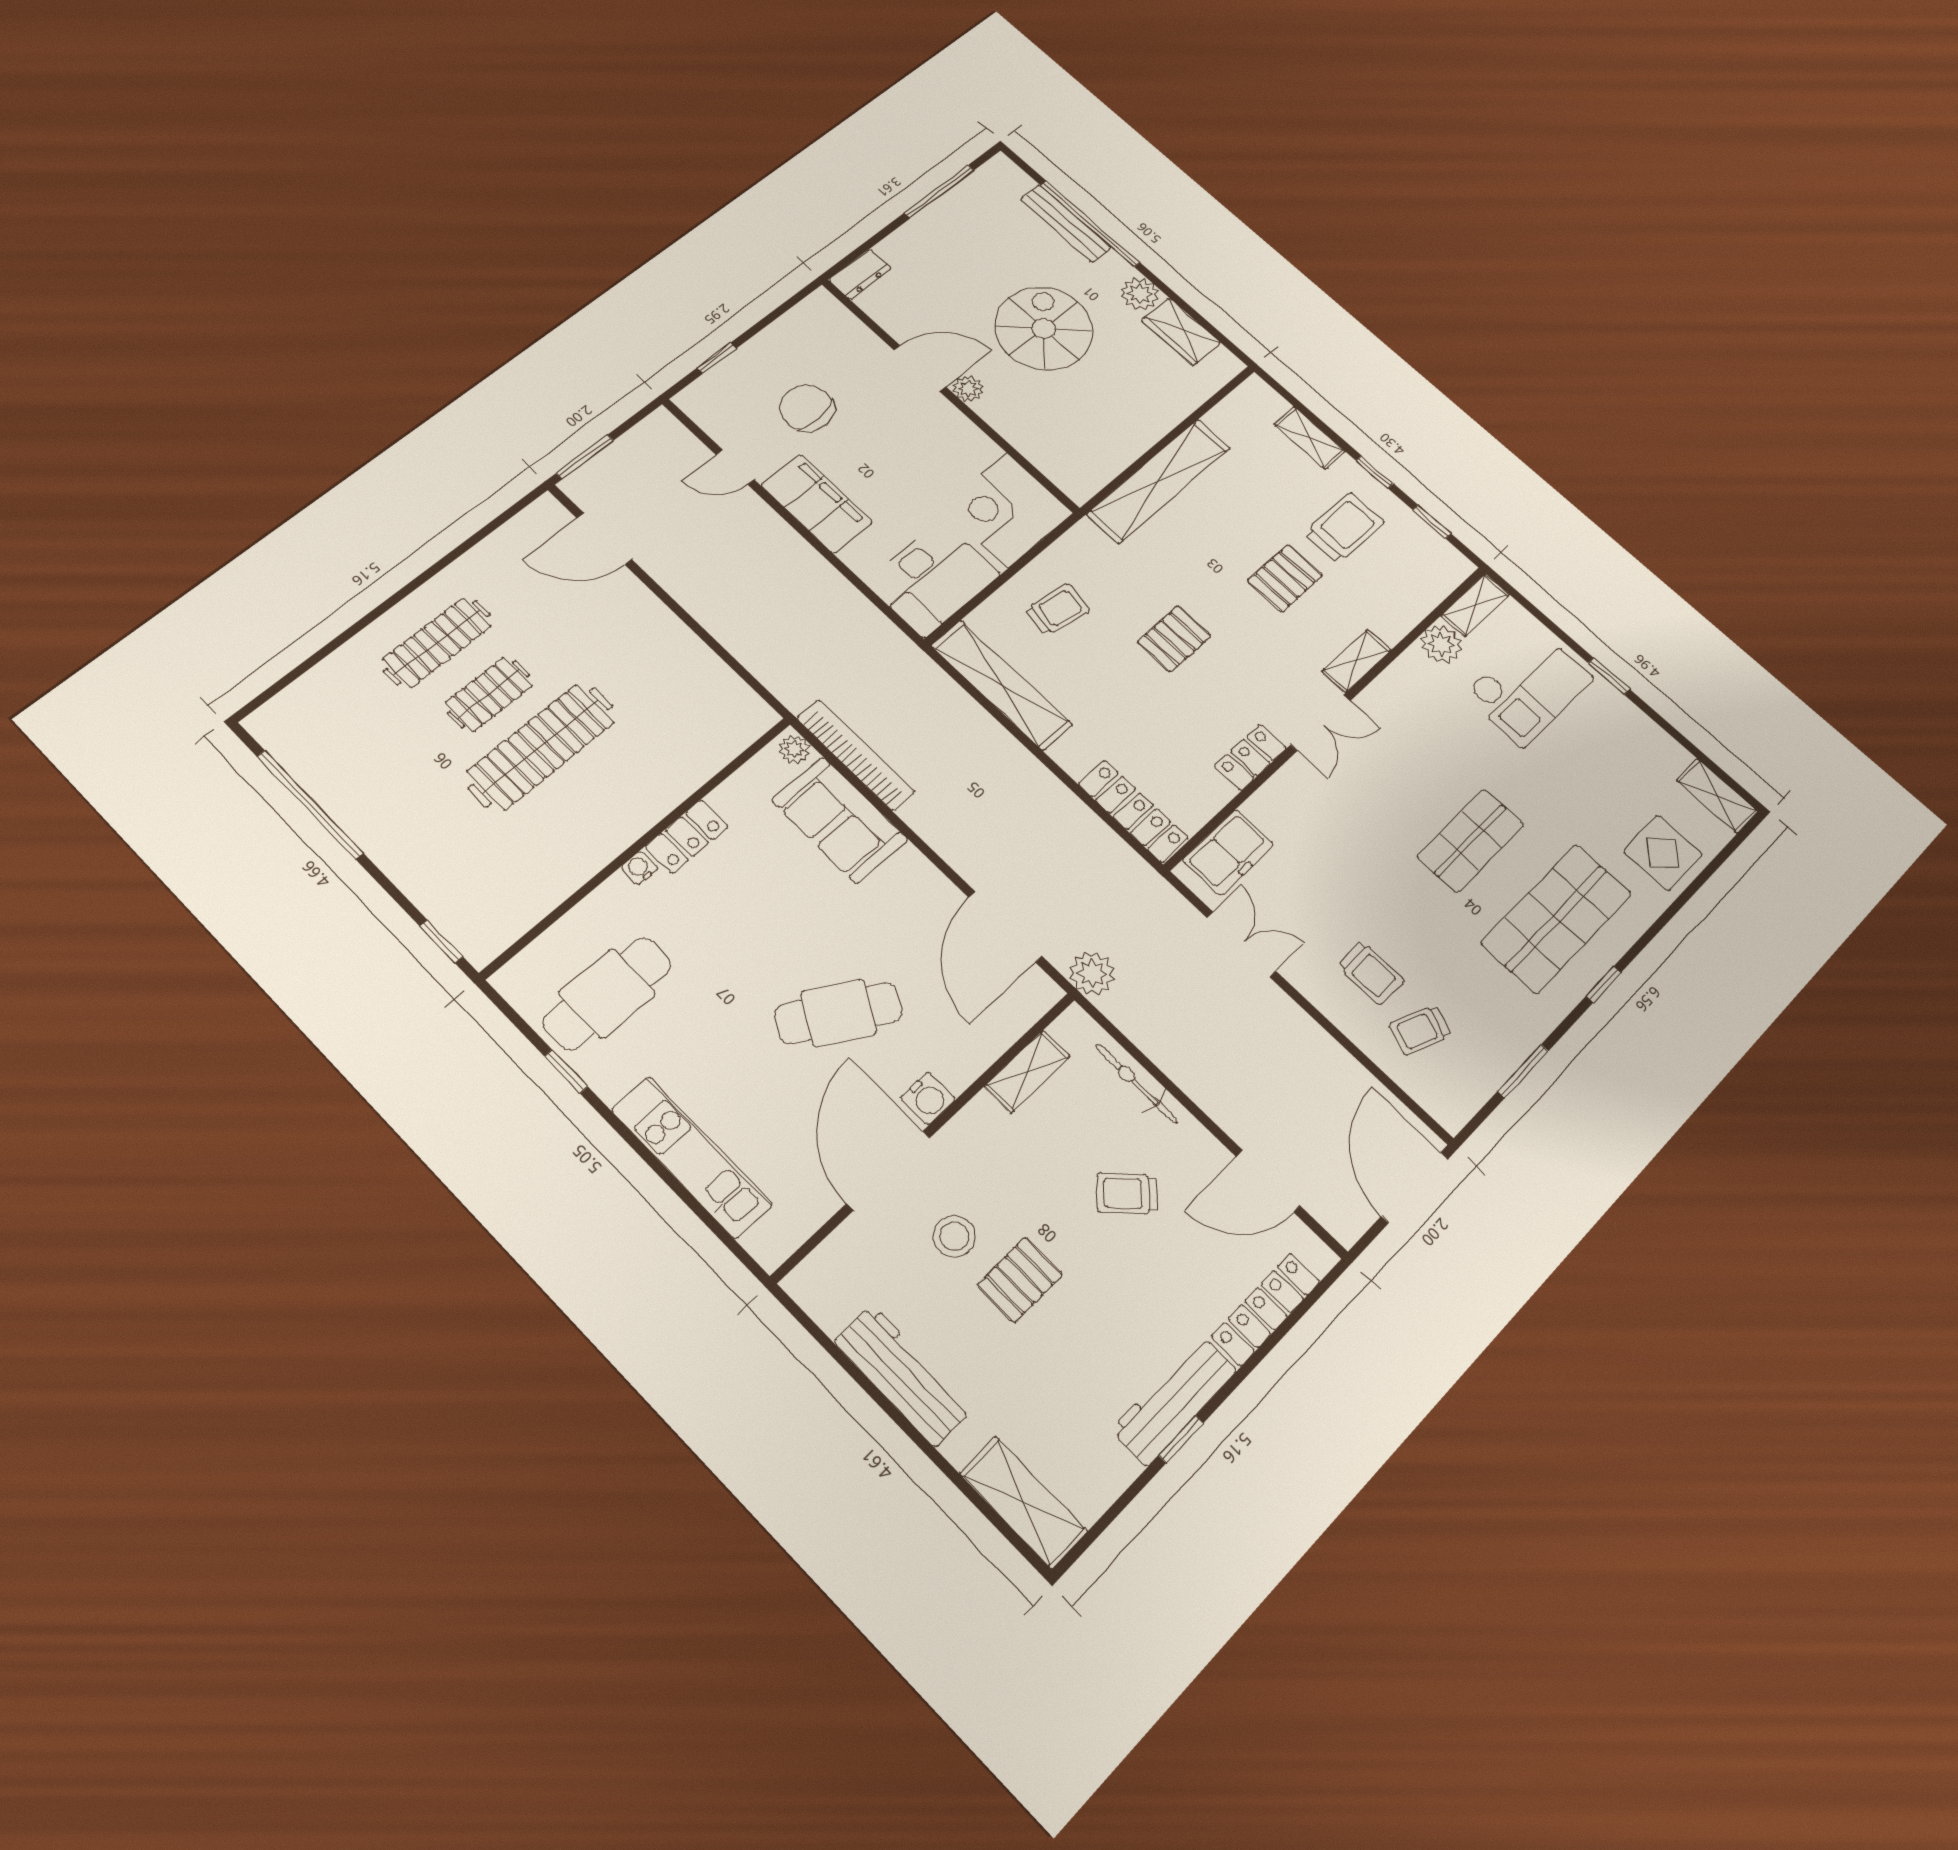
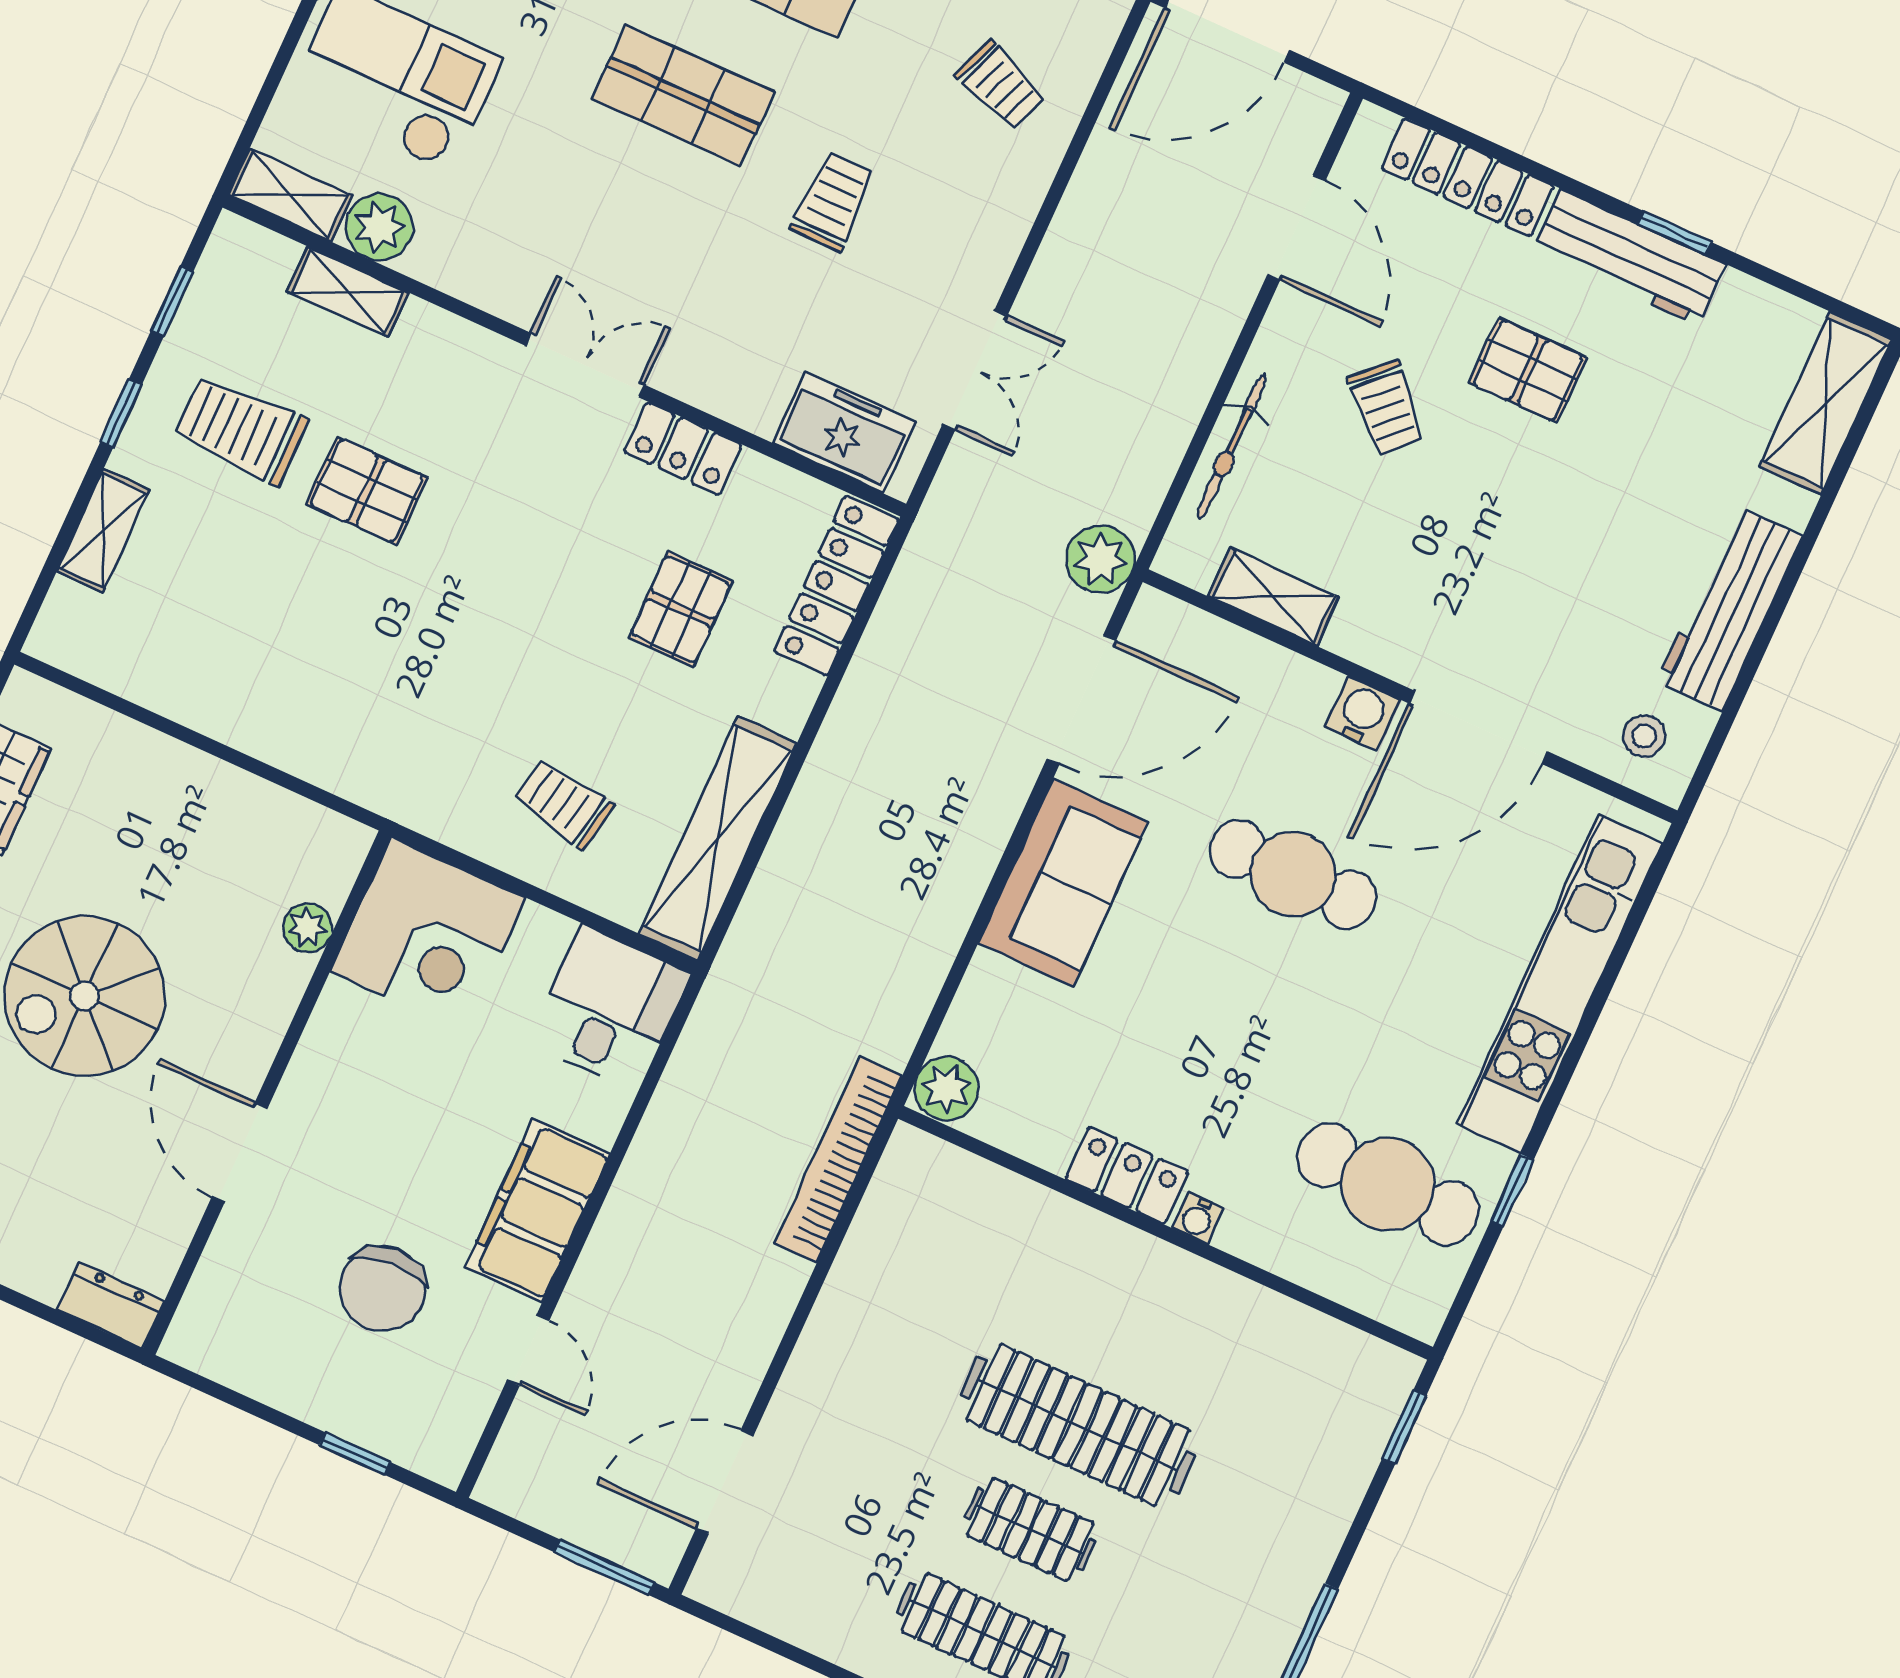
plant: (968, 389) -> (308, 928), moved
shelving: (1159, 481) -> (280, 731), removed
door: (604, 539) -> (725, 1482), swing flipped
desk: (933, 578) -> (609, 1008), width x0.73
pallet: (1174, 639) -> (681, 609), moved, turned 90
shelving: (1357, 661) -> (348, 292), moved
plant: (794, 749) -> (946, 1089), width x1.38, depth x1.38
bookcase: (856, 755) -> (838, 1160), moved
sofa: (840, 820) -> (1063, 883), moved
double door: (1241, 944) -> (975, 370), swing flipped
trolley: (1371, 973) -> (833, 201), moved
cafe table: (839, 1013) -> (1293, 874), turned -31
kitchen unit: (691, 1157) -> (1560, 984), width x1.36
stool: (954, 1236) -> (1644, 736), moved, width x0.73, depth x0.73
pallet: (1020, 1280) -> (1528, 370), moved

